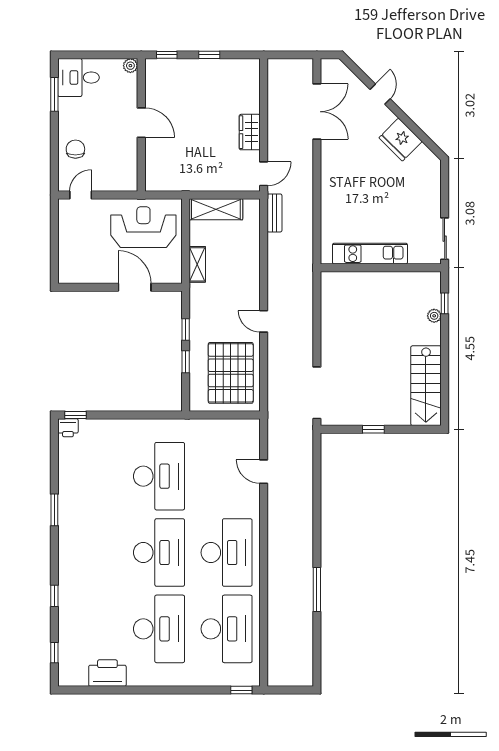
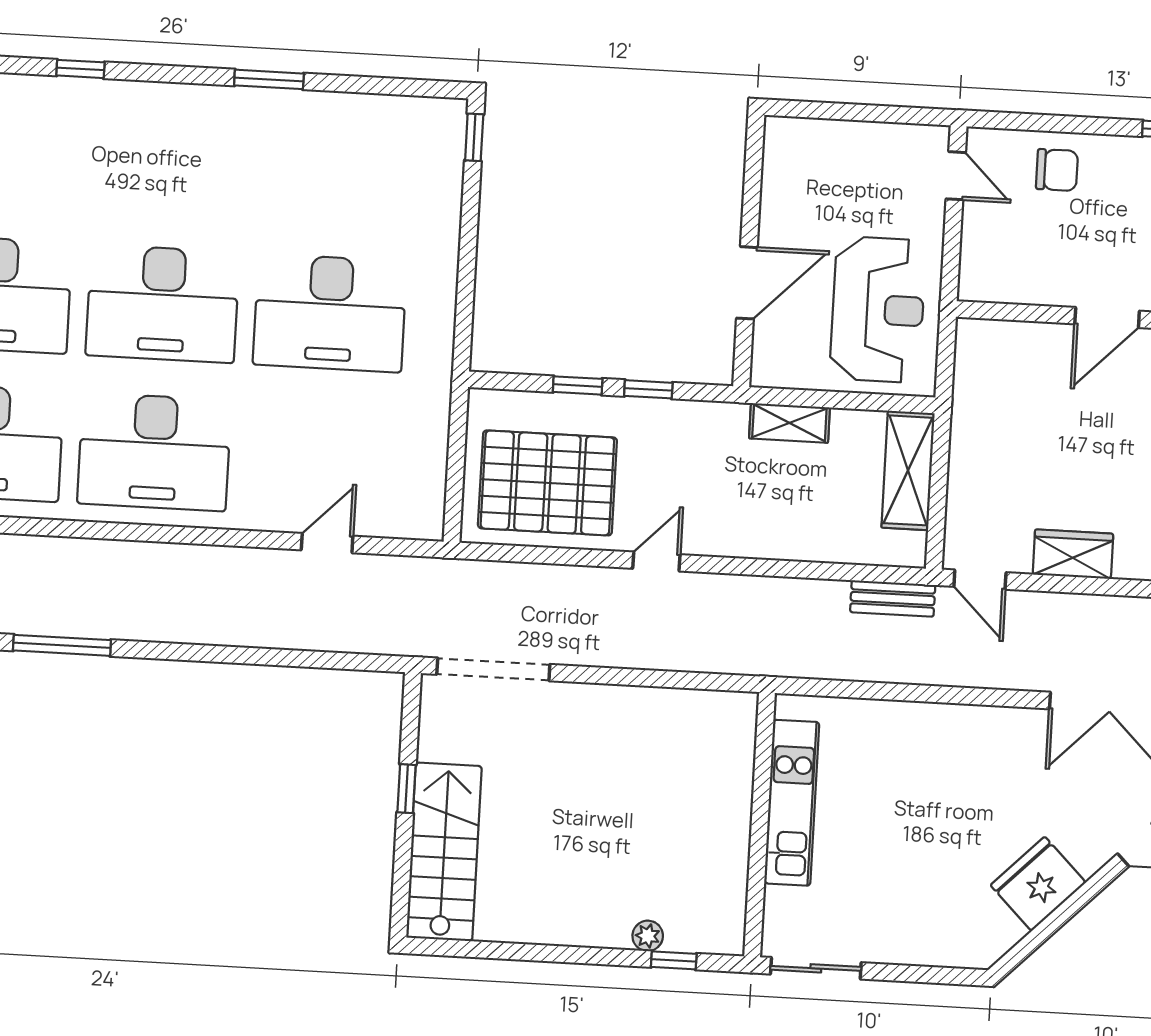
stairs: (426, 386) -> (444, 852), moved, turned 90
printer: (68, 428) -> (447, 119), removed

